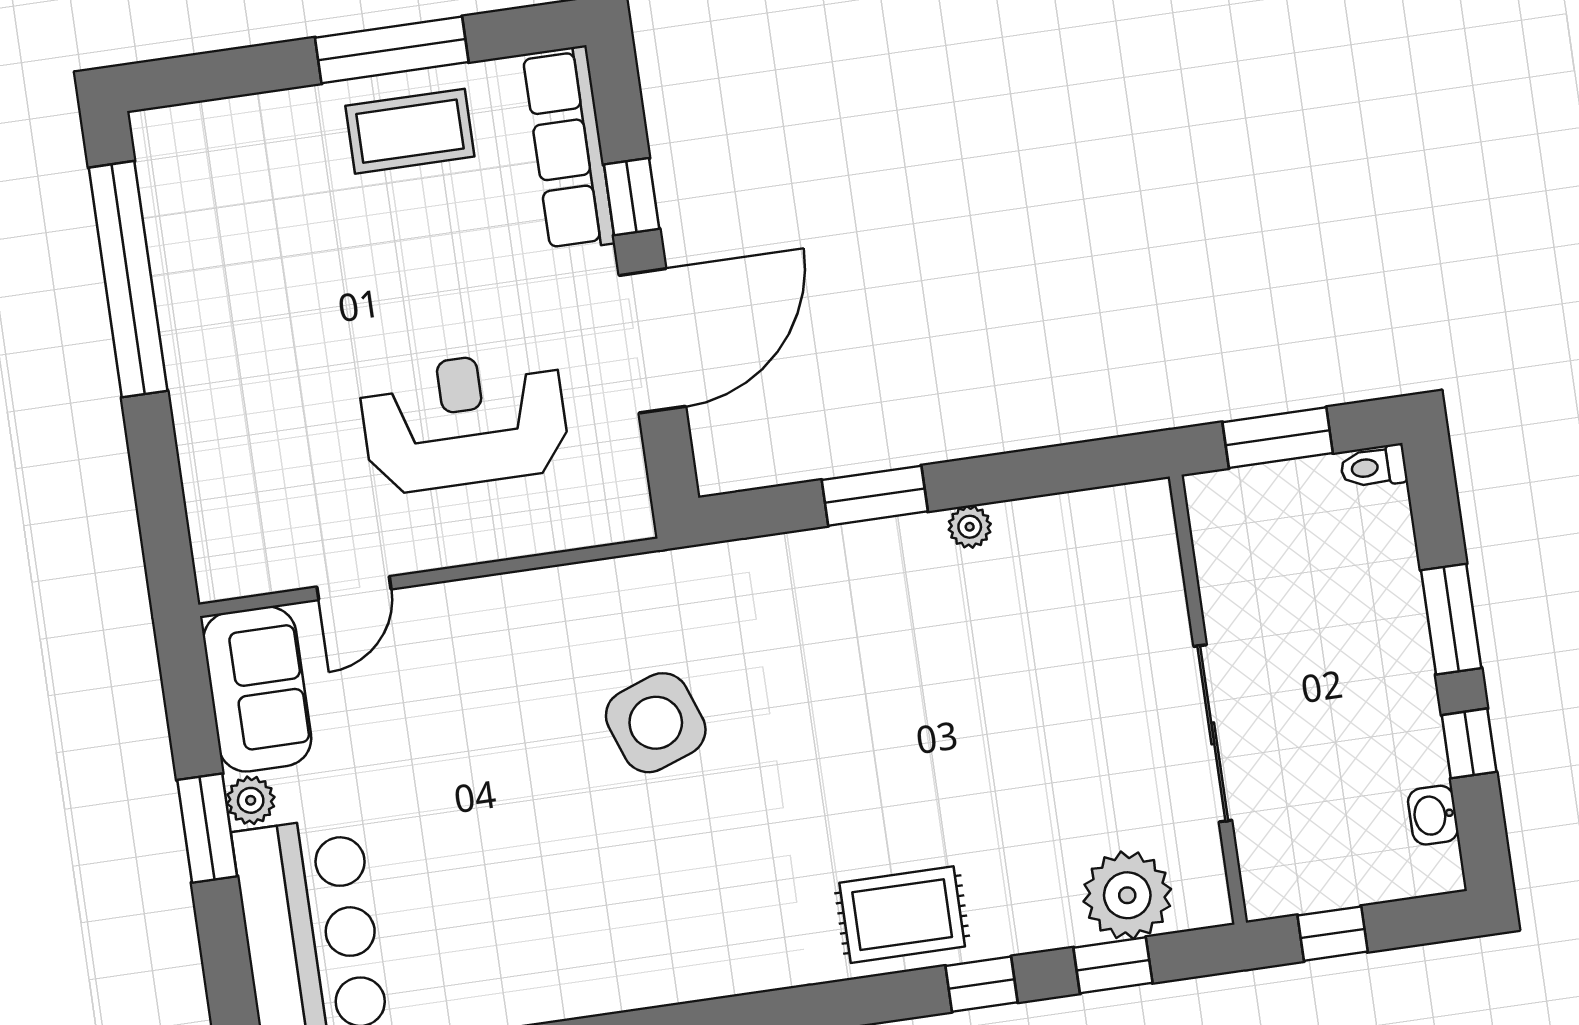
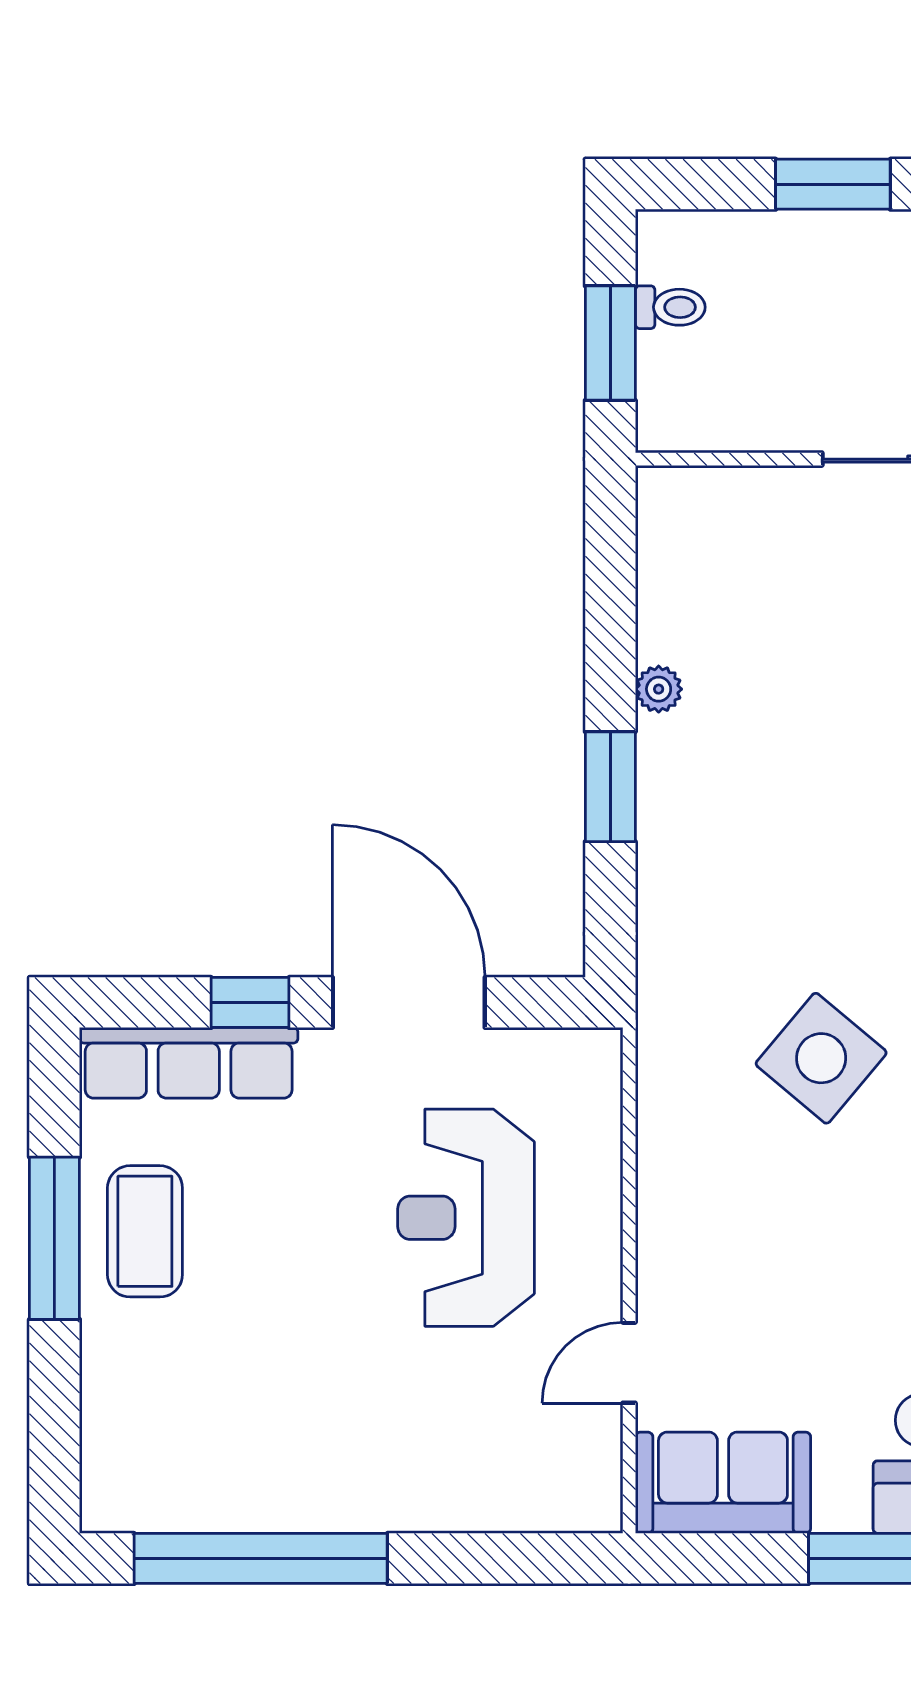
toilet: (1374, 467) -> (670, 307), moved, turned -90
door: (354, 588) -> (629, 1363), swing flipped
side table: (656, 723) -> (821, 1058), turned -30
plant: (251, 800) -> (842, 1507), removed

